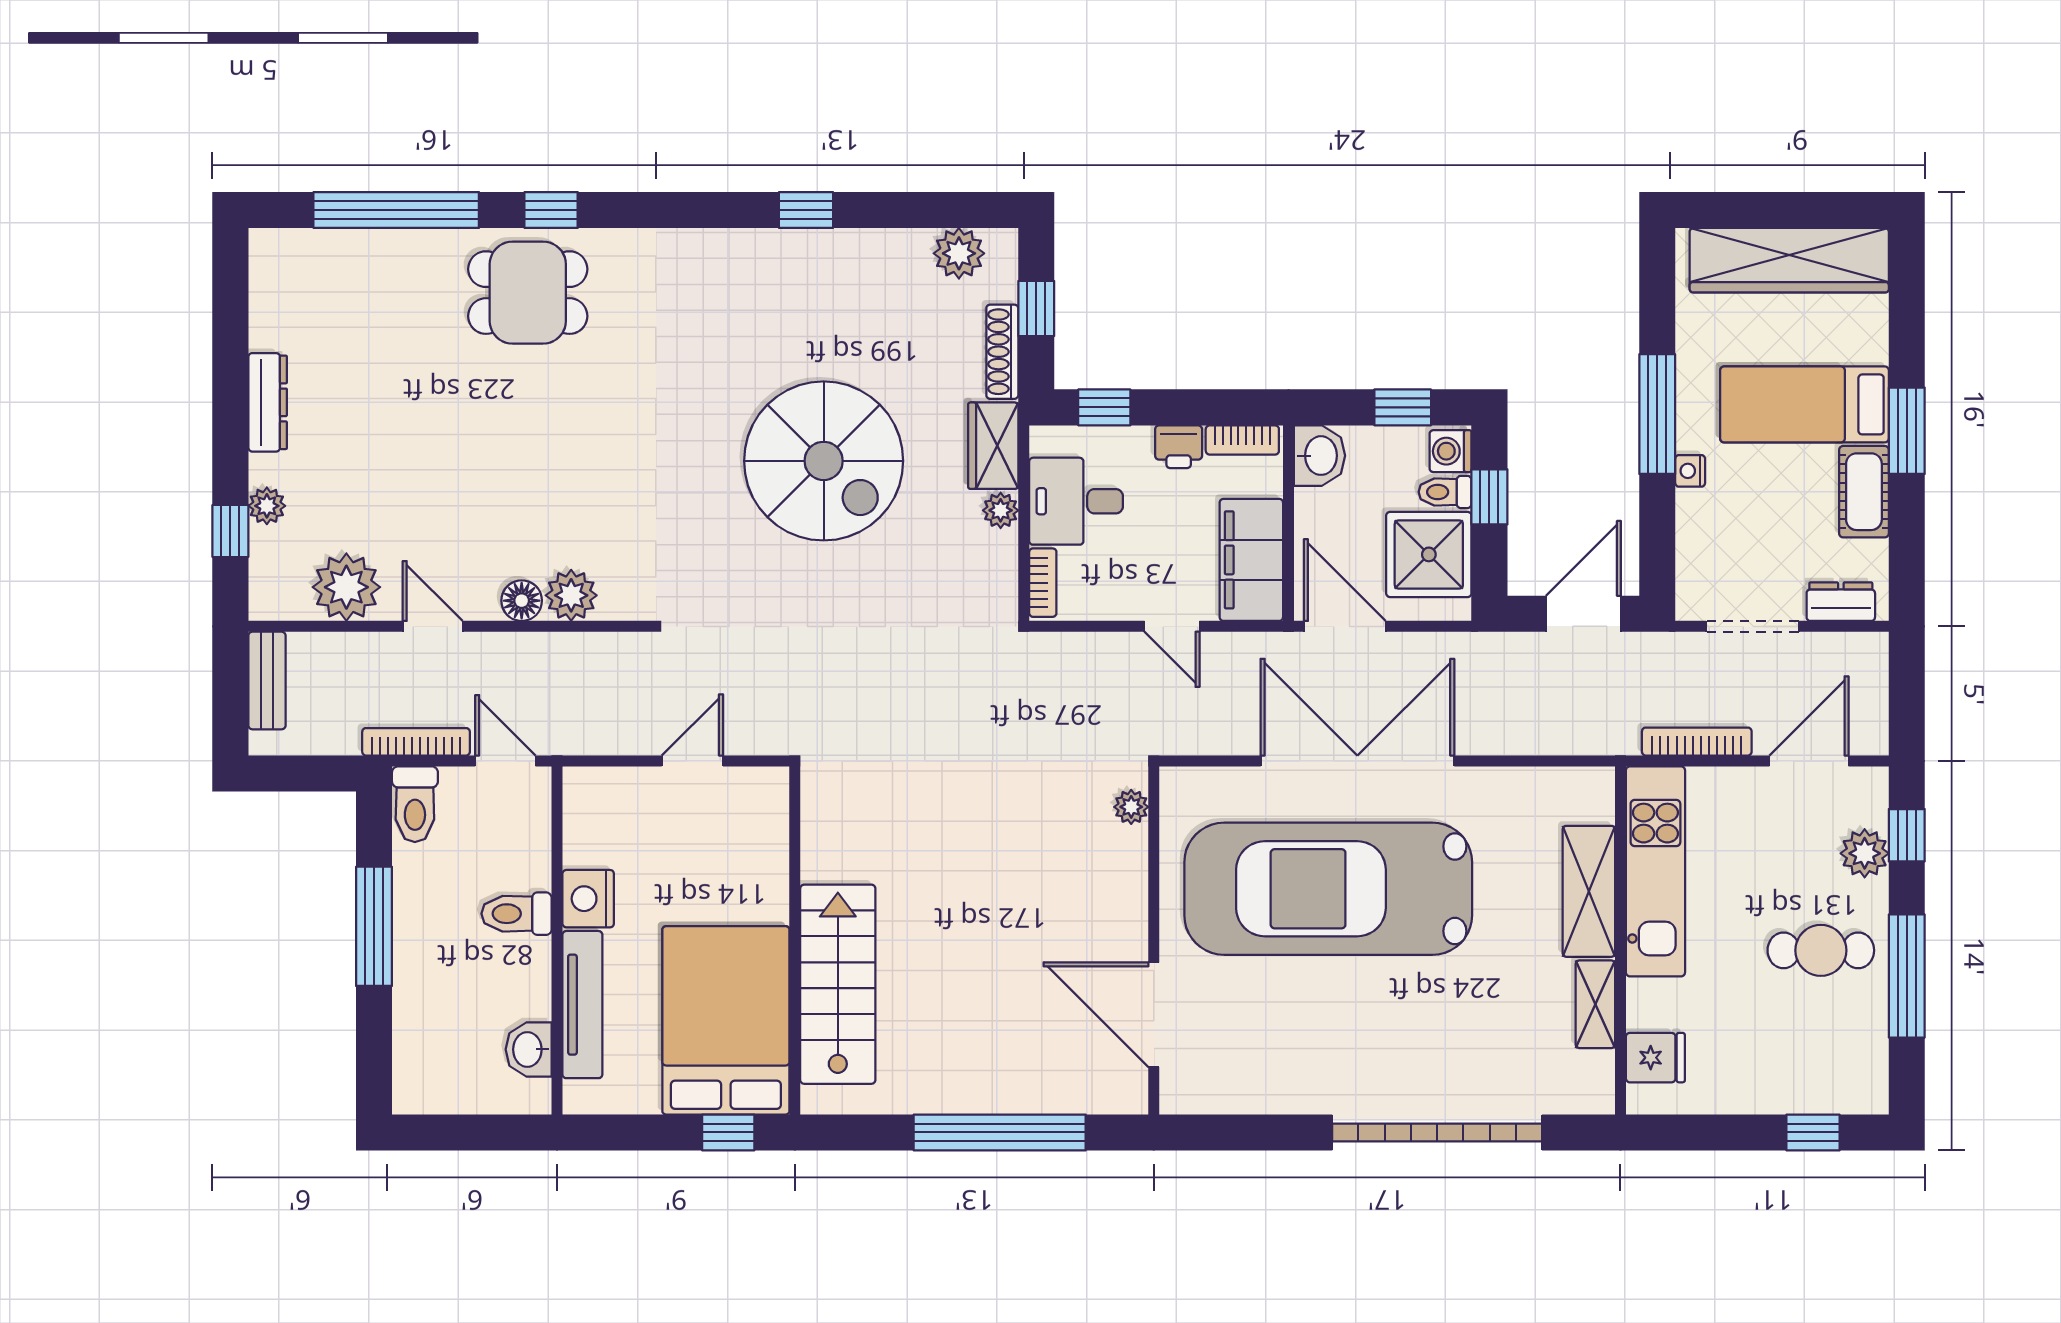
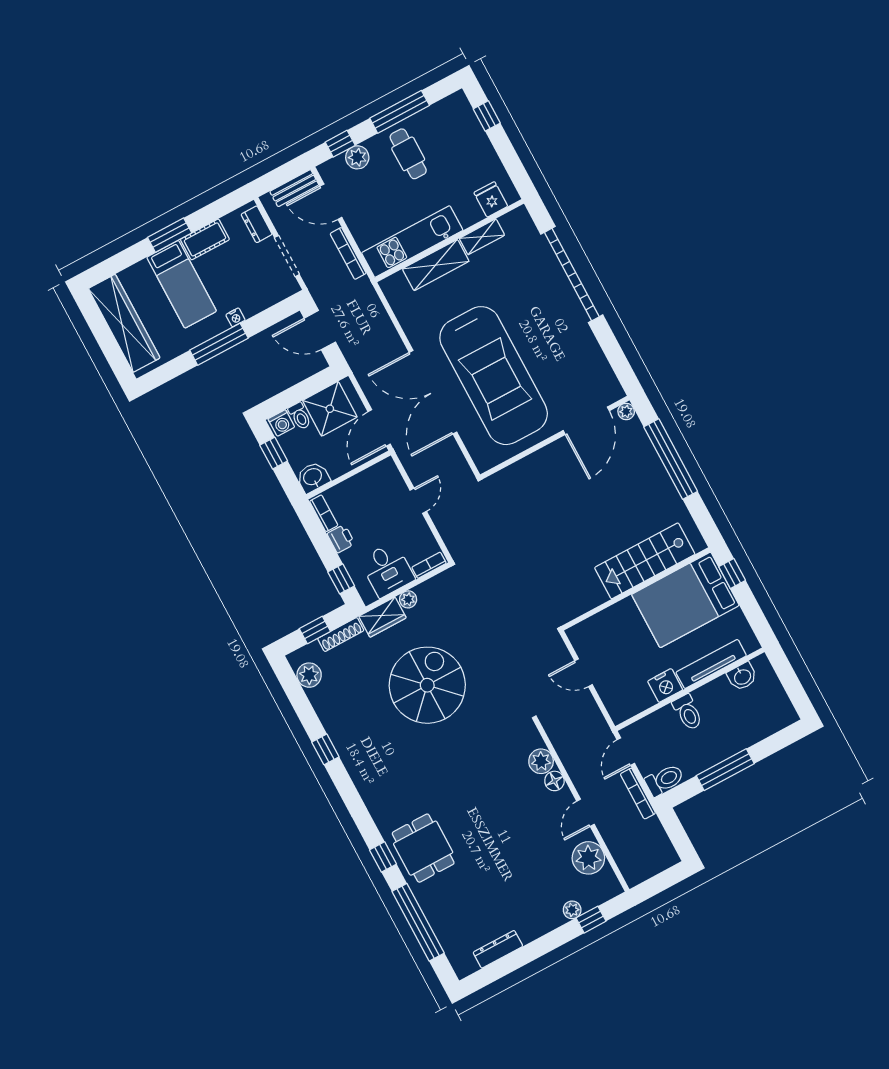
dresser: (268, 402) -> (498, 949), moved
window: (1489, 497) -> (292, 396), removed
filing cabinet: (1251, 560) -> (372, 482), removed
bench: (267, 681) -> (294, 188), moved
plant: (1131, 807) -> (626, 411), moved

